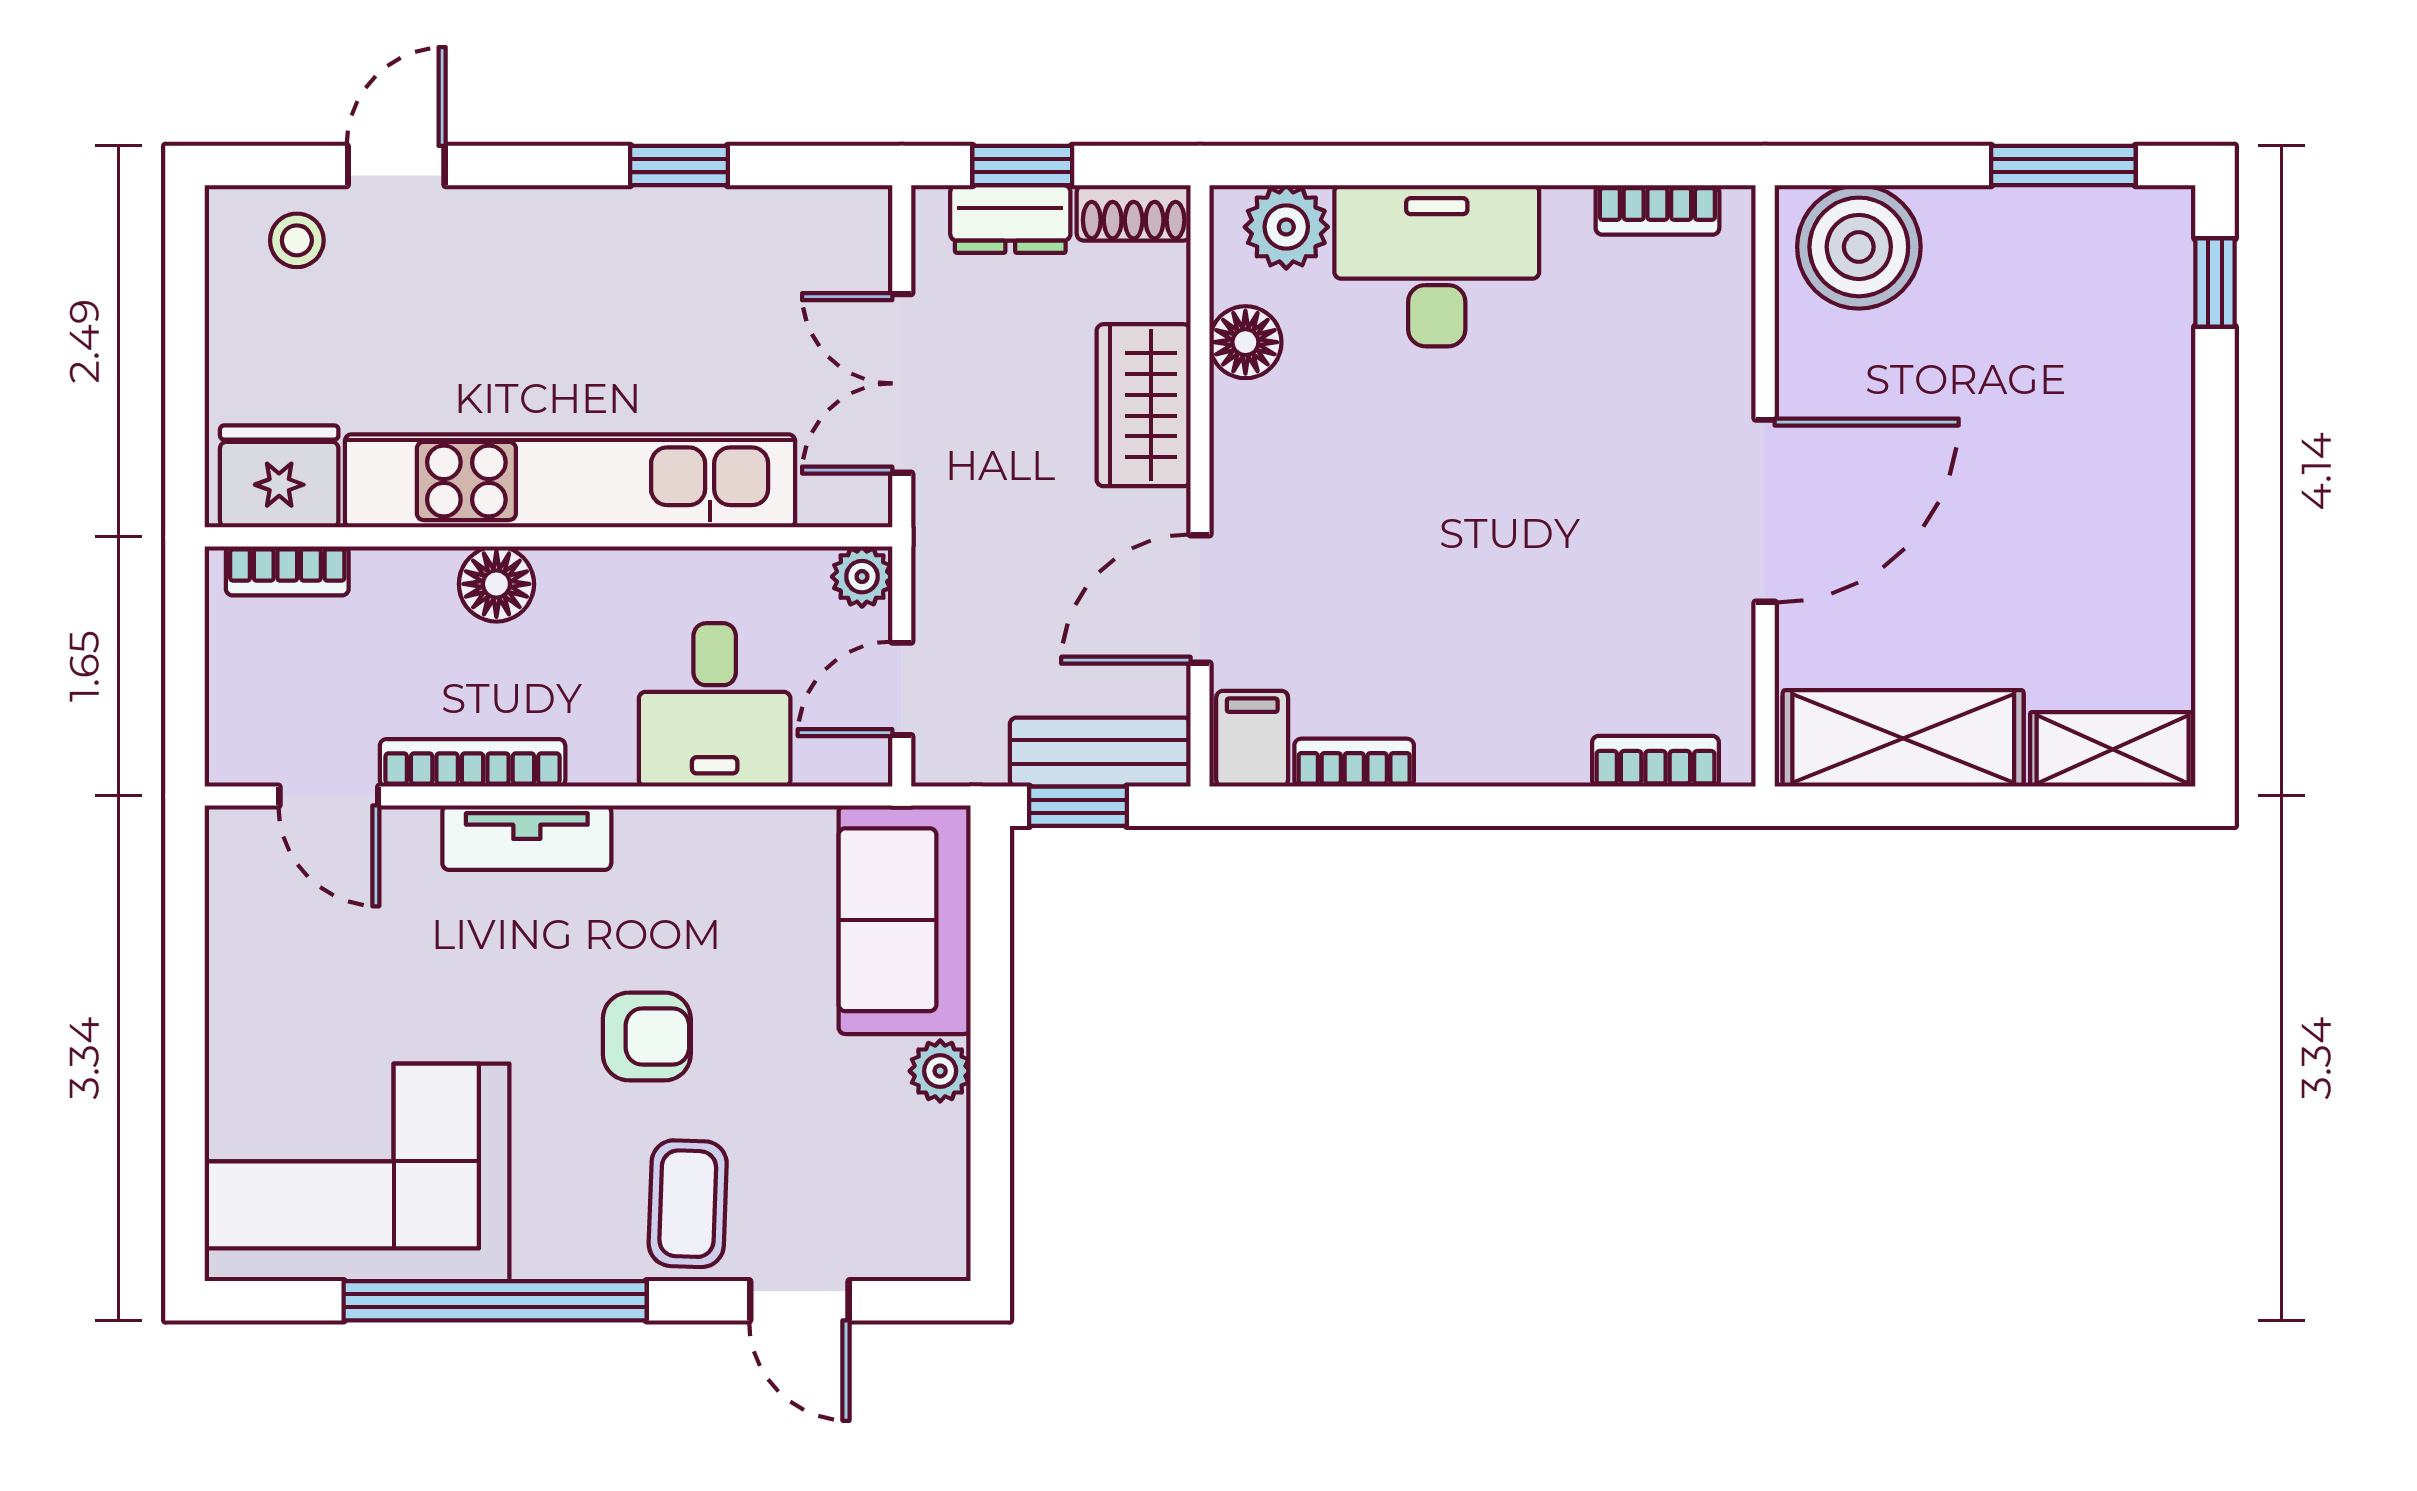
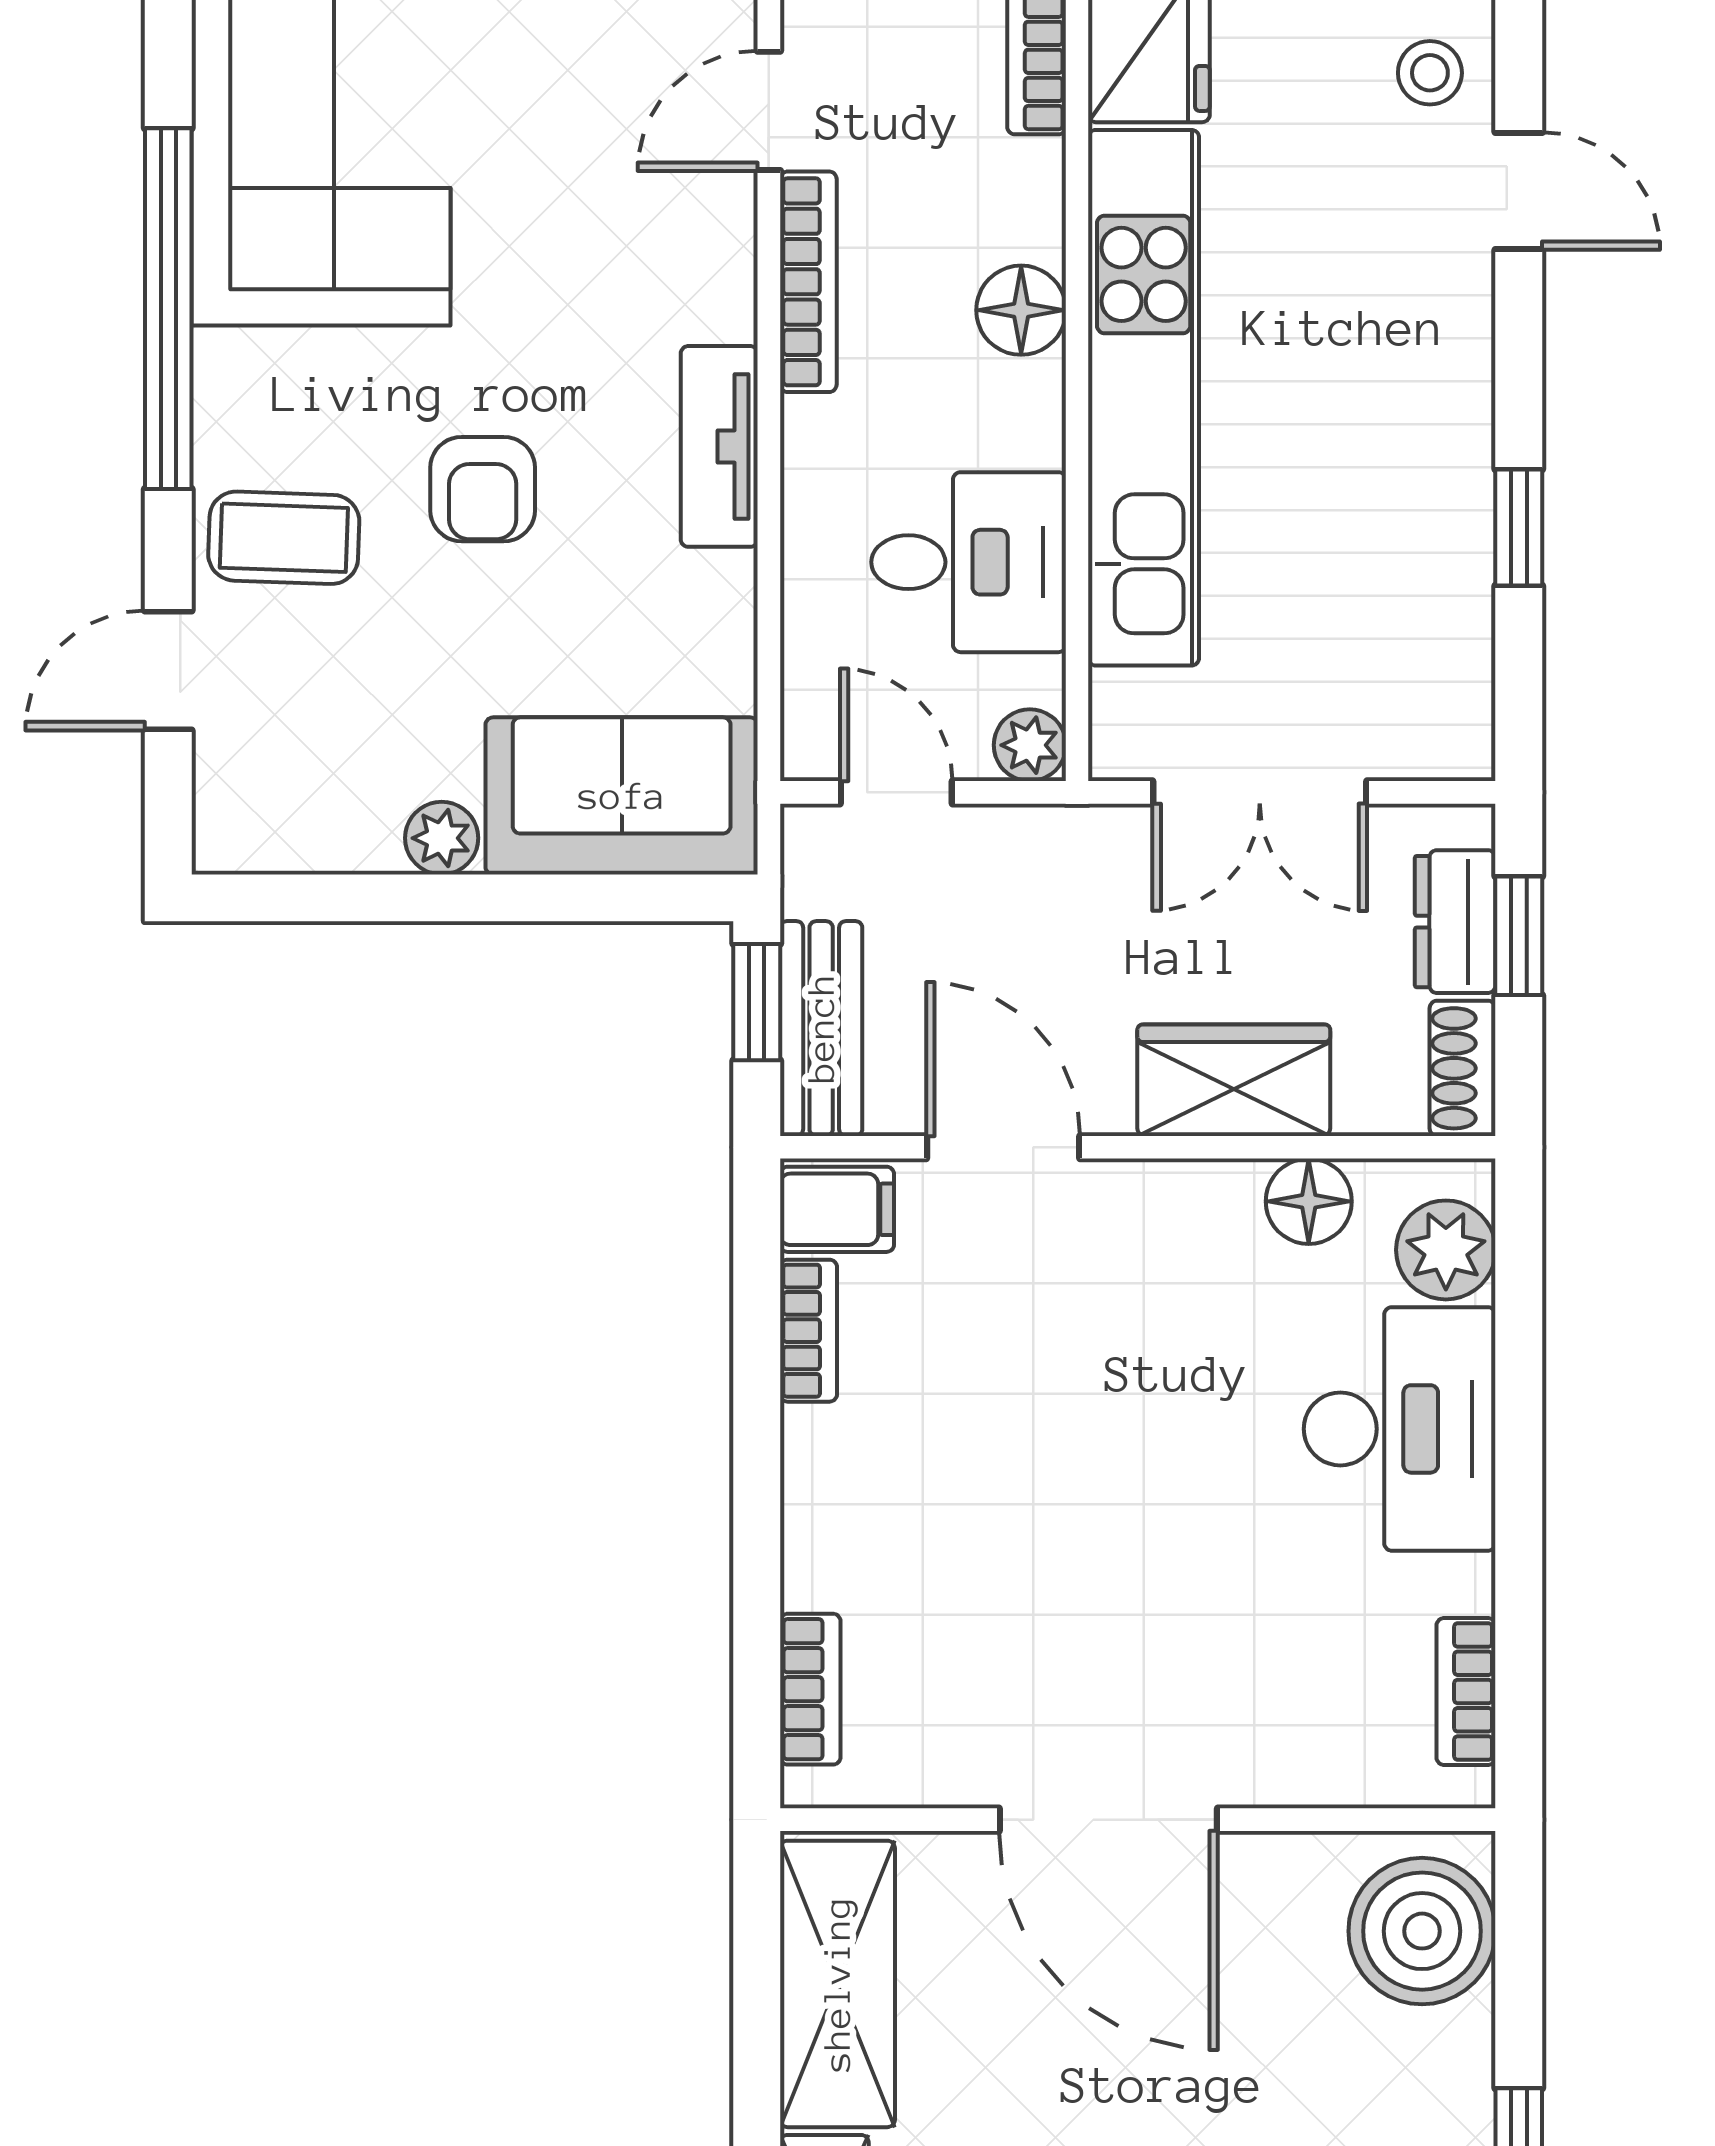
double door: (902, 383) -> (1260, 792), swing flipped
desk: (715, 705) -> (969, 562), moved, turned 180
tv unit: (527, 838) -> (719, 446), moved

